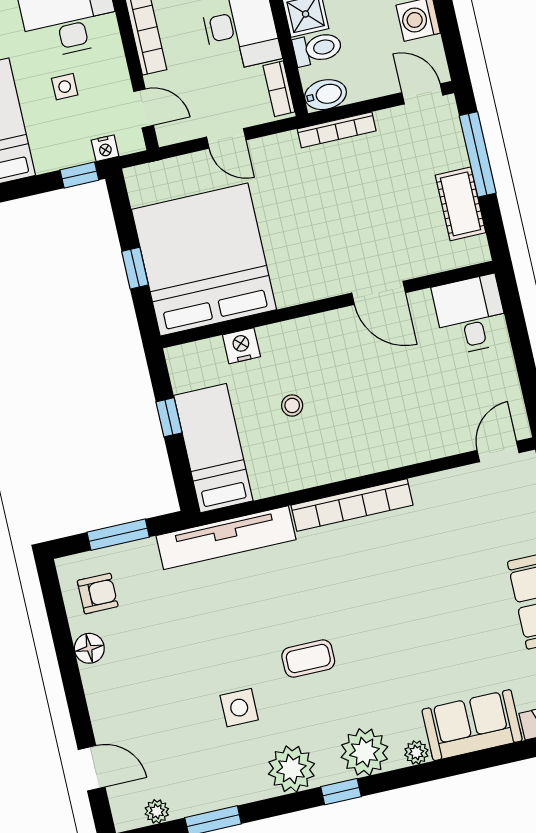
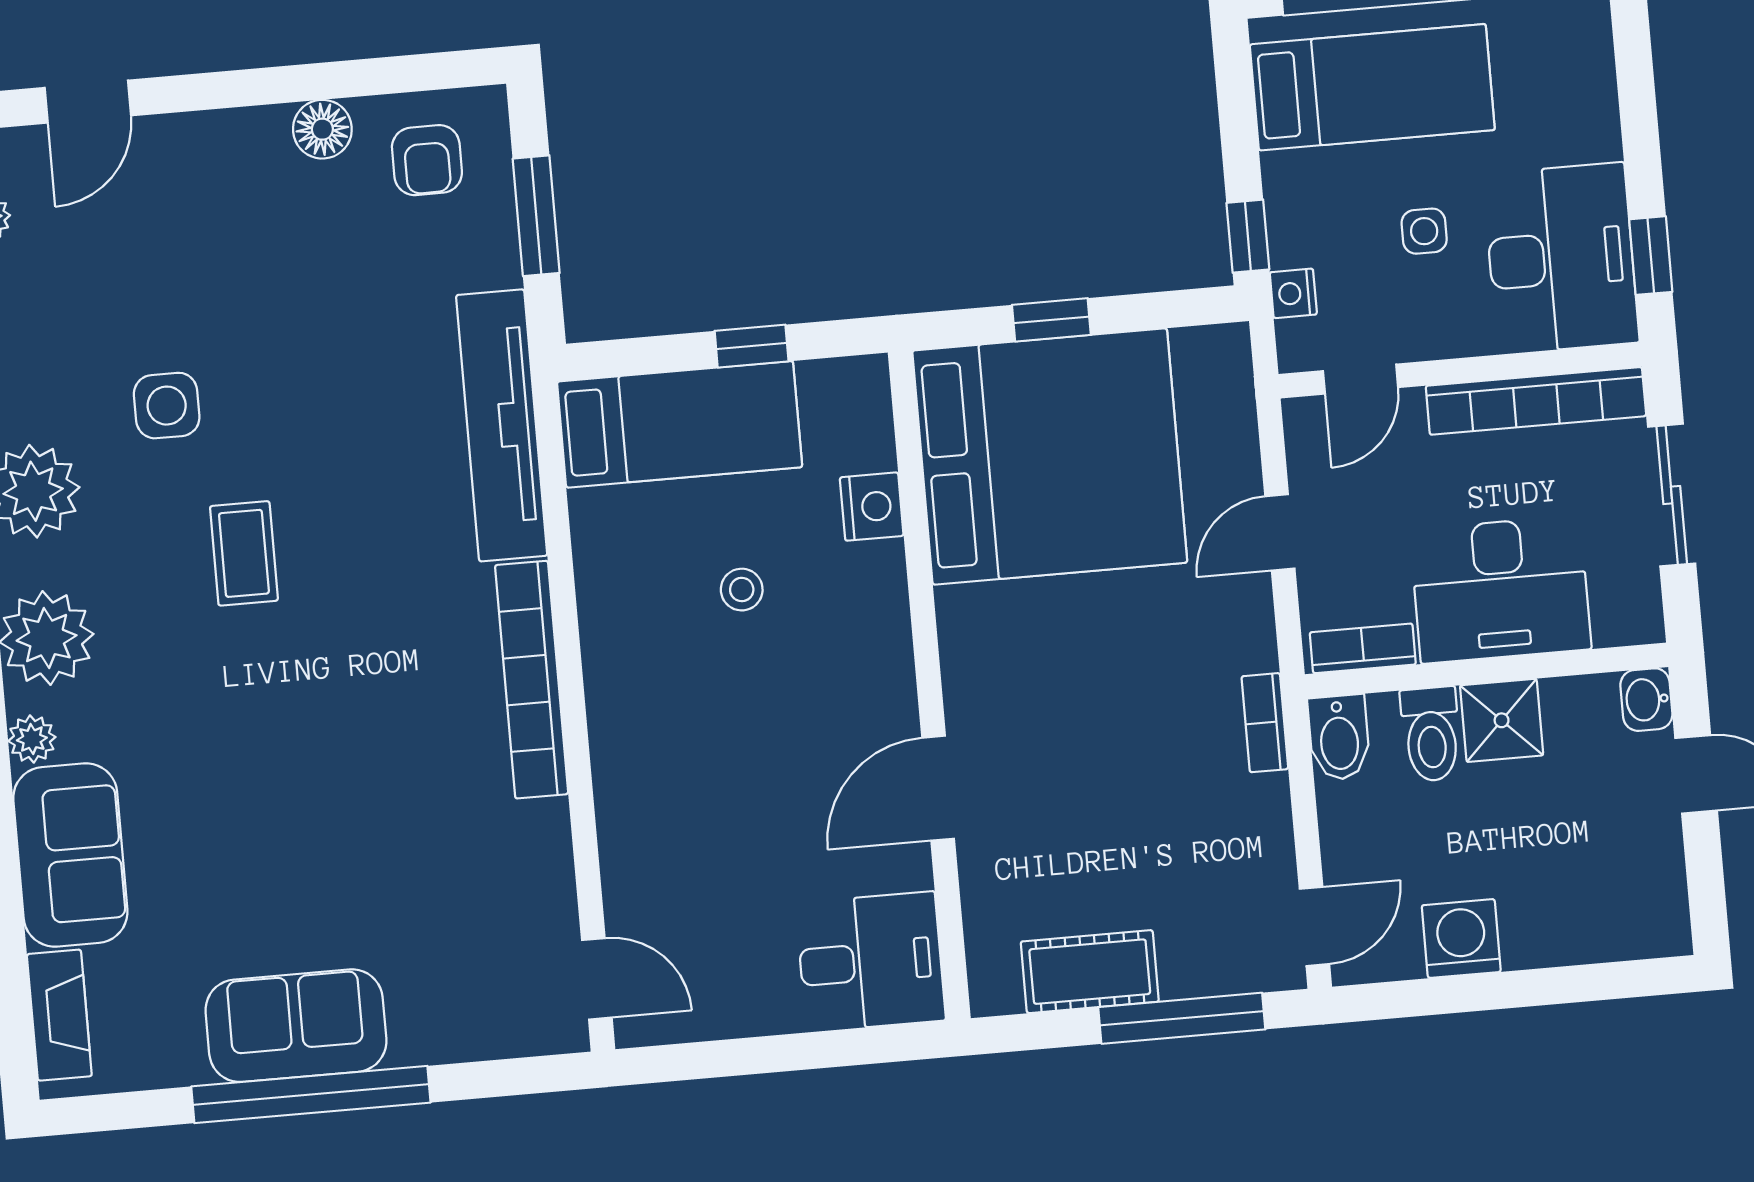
bookcase: (337, 130) -> (1265, 723), width x0.64

